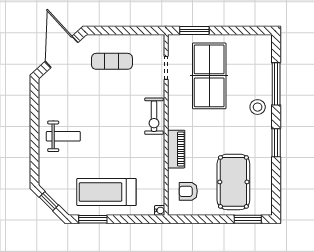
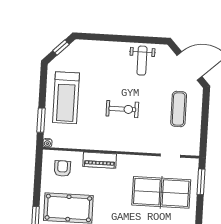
exercise bike: (154, 116) -> (122, 109), moved, turned 180
weight bench: (63, 136) -> (142, 61), moved
treadmill: (106, 192) -> (66, 98), turned 180
window: (93, 219) -> (41, 120), moved

